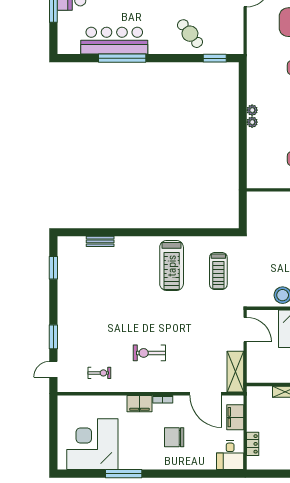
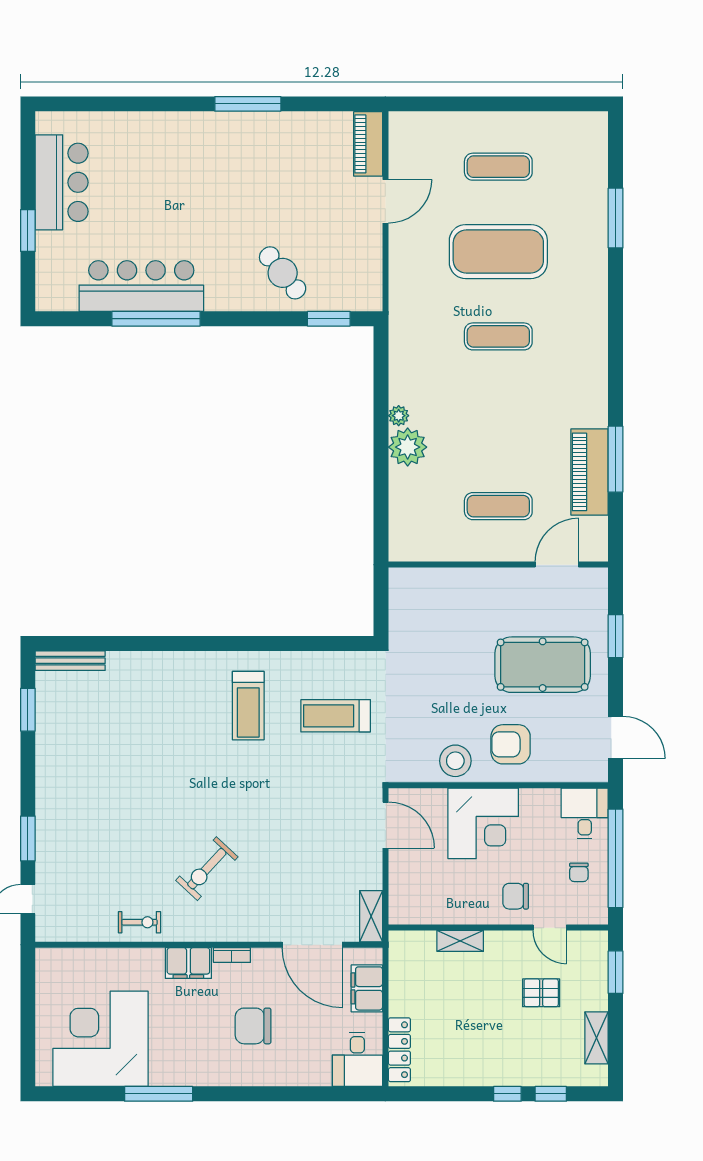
plant: (252, 122) -> (408, 447), width x1.88, depth x1.88
bench: (100, 241) -> (70, 661), moved, width x1.36
treadmill: (172, 266) -> (248, 706), width x0.73, depth x0.73
treadmill: (218, 271) -> (336, 716), turned 90
exercise bike: (149, 353) -> (207, 869), turned -47
shelving: (235, 372) -> (371, 916), width x0.67, depth x0.75
exercise bike: (99, 373) -> (139, 922), moved
locker: (253, 444) -> (399, 1050), width x1.53

